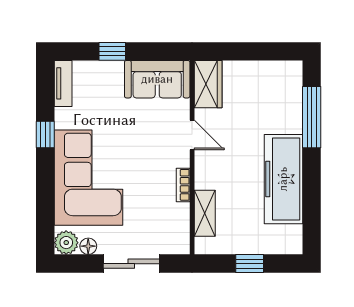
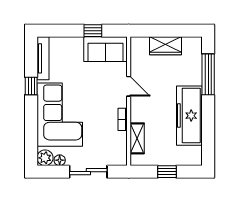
window: (112, 51) -> (93, 31), moved
tv unit: (63, 83) -> (43, 58), width x1.41
wardrobe: (208, 84) -> (165, 46), moved, turned 90

